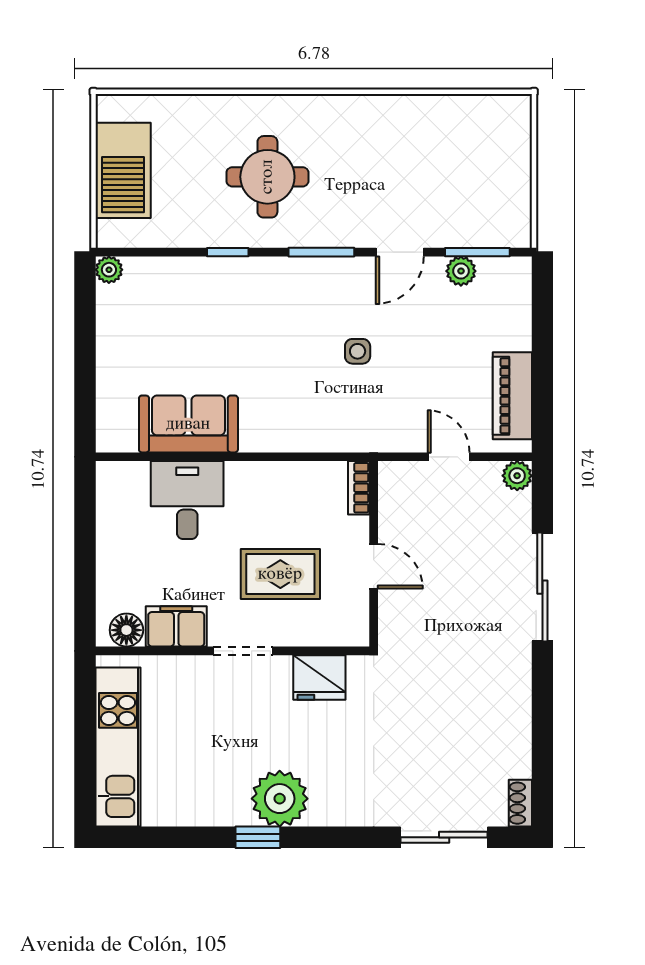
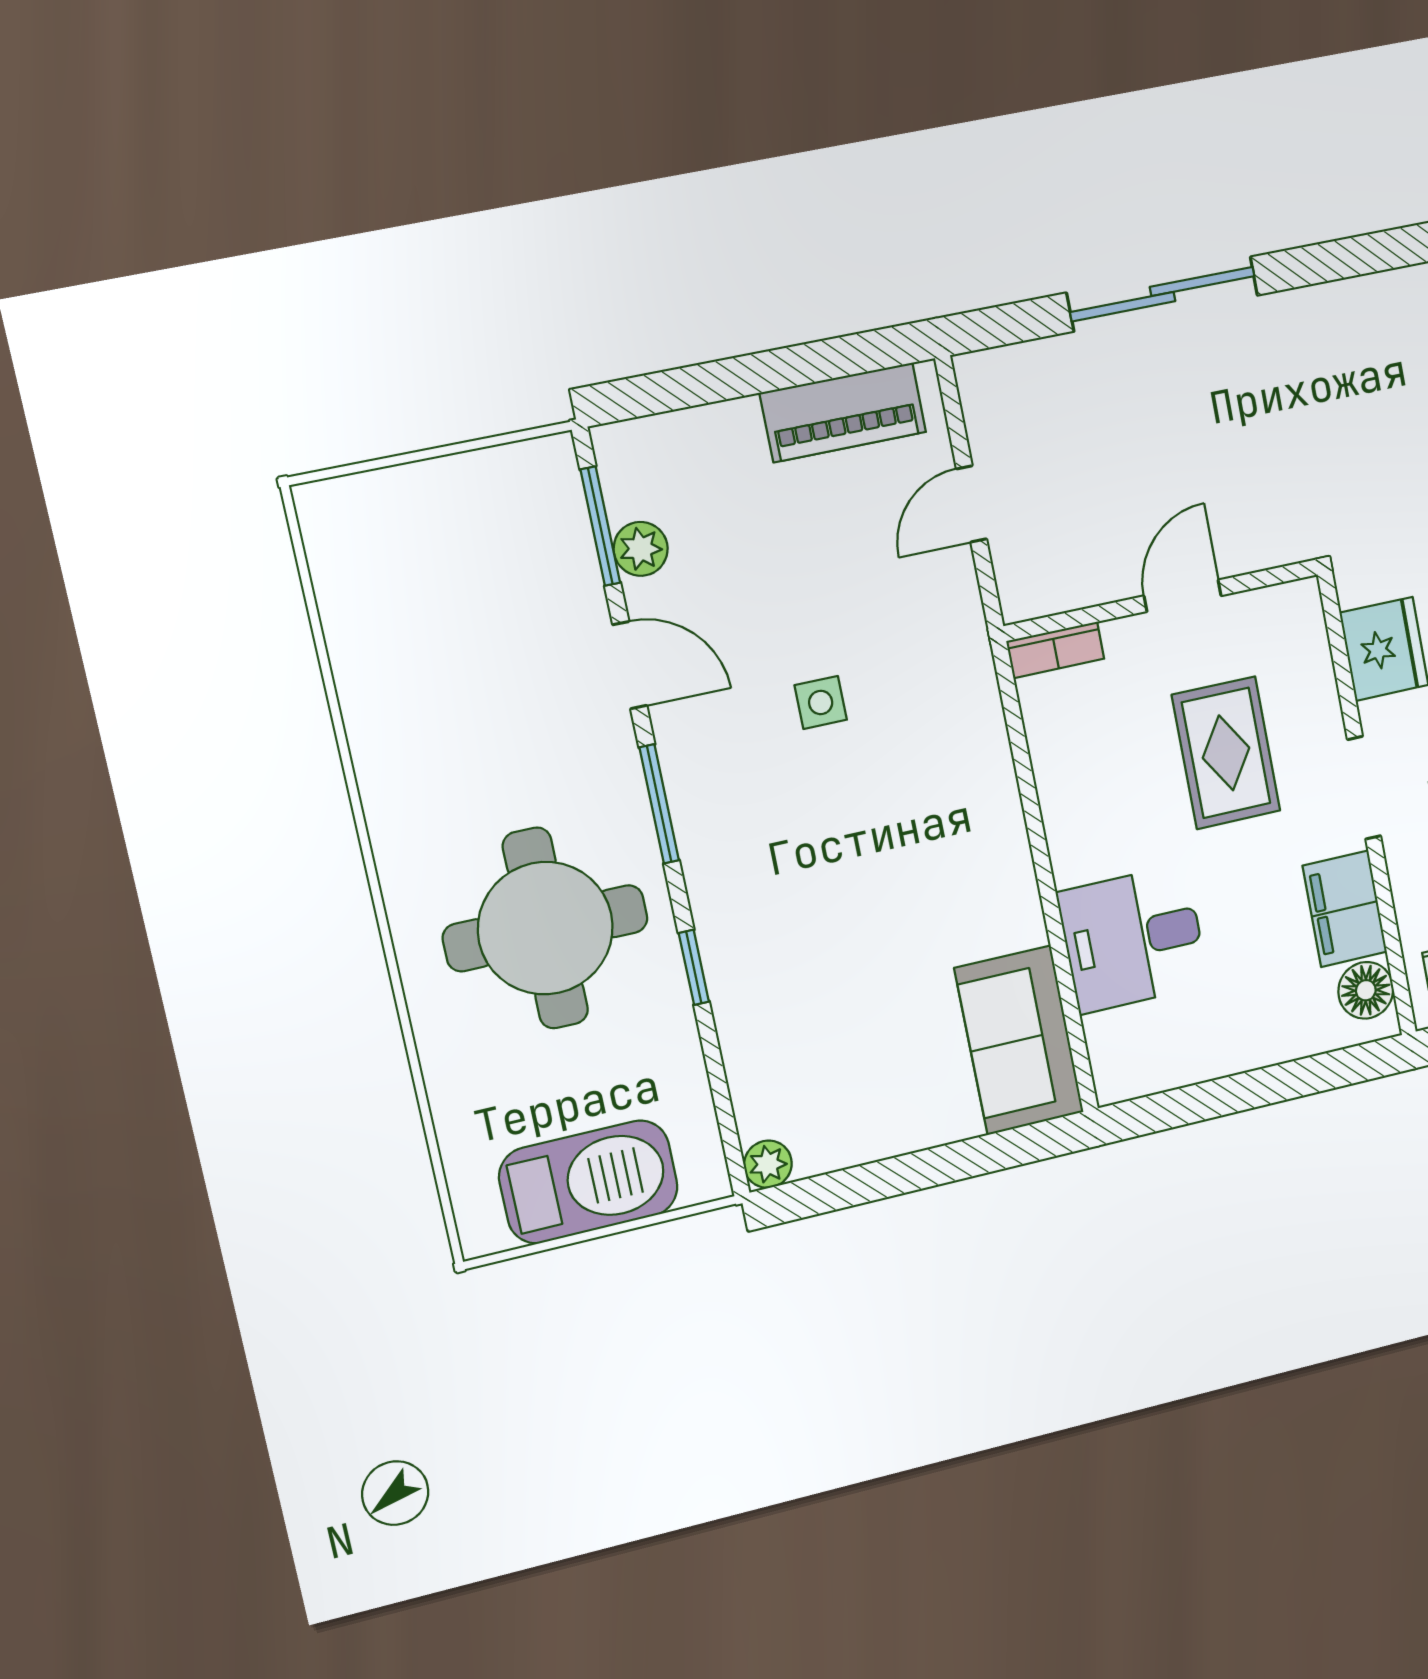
round table: (267, 177) -> (545, 928), width x1.36, depth x1.36
sofa: (188, 424) -> (1019, 1040), moved
plant: (517, 476) -> (980, 376), removed

